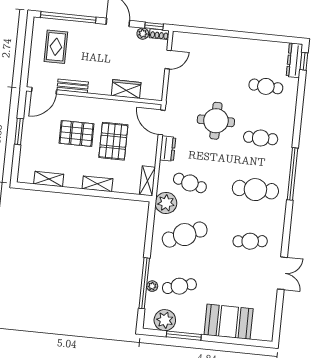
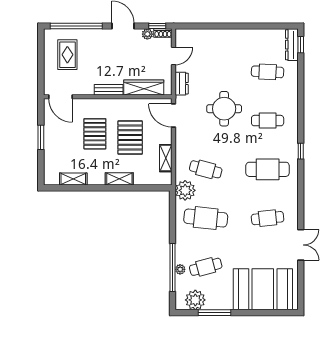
bench: (73, 86) -> (109, 90), moved
wardrobe: (126, 89) -> (144, 88), width x1.50
door: (44, 91) -> (60, 97), hinge flipped
pallet: (76, 133) -> (95, 134), turned 90
dresser: (168, 149) -> (182, 84), moved
window: (293, 174) -> (301, 151), width x0.32
shelving: (147, 181) -> (166, 158), moved
cafe table: (185, 235) -> (206, 218), turned 30
booth: (229, 322) -> (263, 289), width x1.36, depth x1.42

